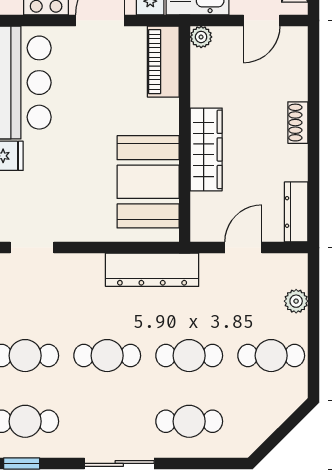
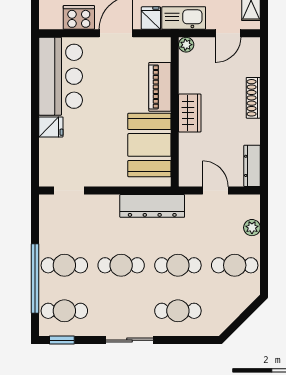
piano: (163, 62) -> (160, 87), moved
shoe rack: (298, 123) -> (253, 98), width x1.43
wardrobe: (206, 149) -> (190, 113), width x0.67
door: (243, 248) -> (215, 191), hinge flipped

